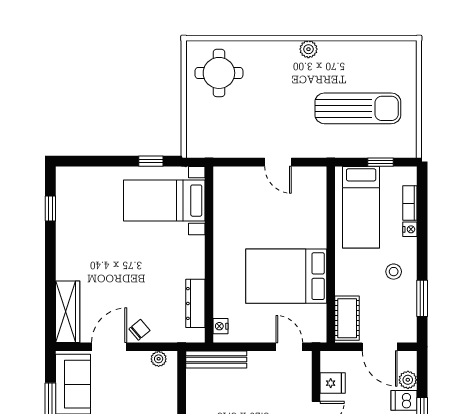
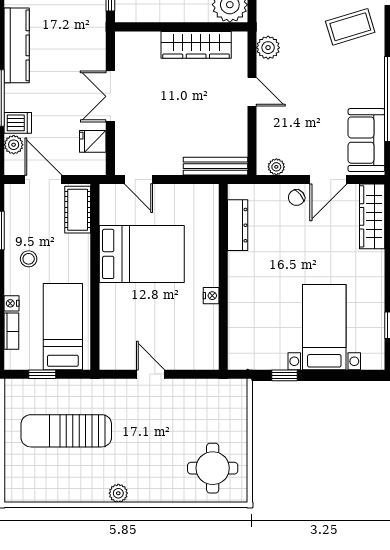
bed with nightstands: (164, 201) -> (324, 327), moved, turned -90
nightstand: (221, 326) -> (211, 296), moved

